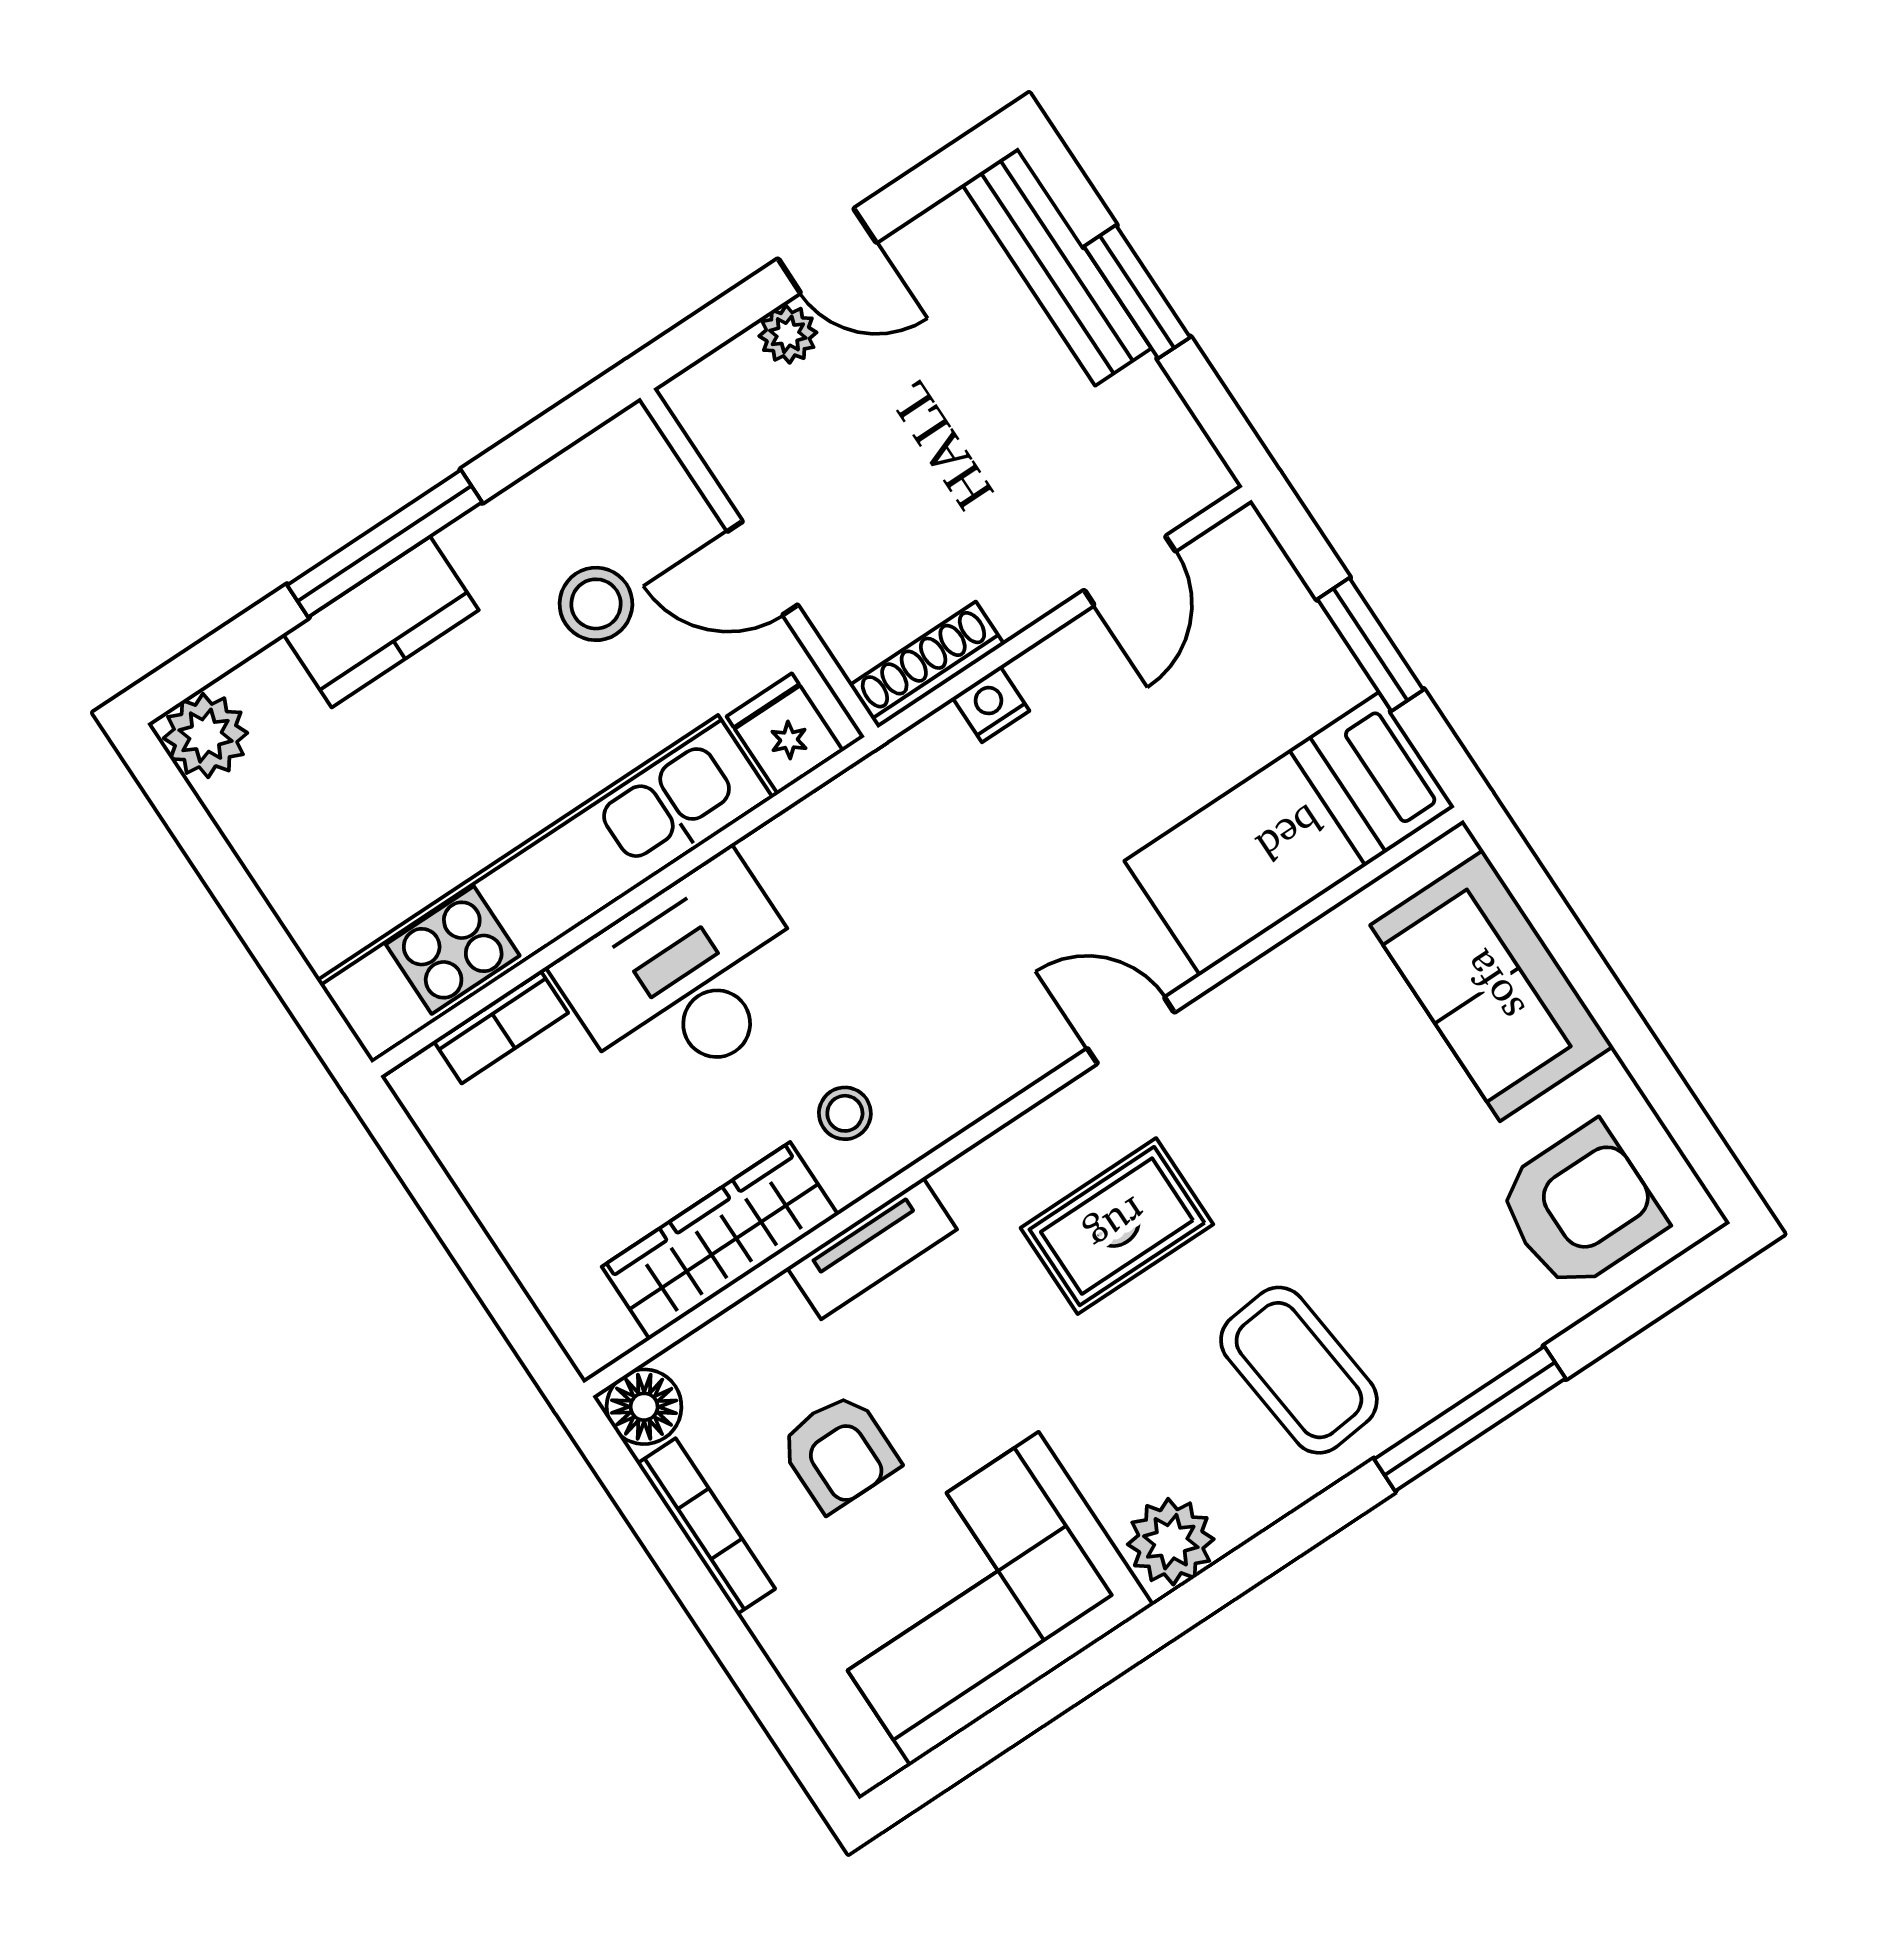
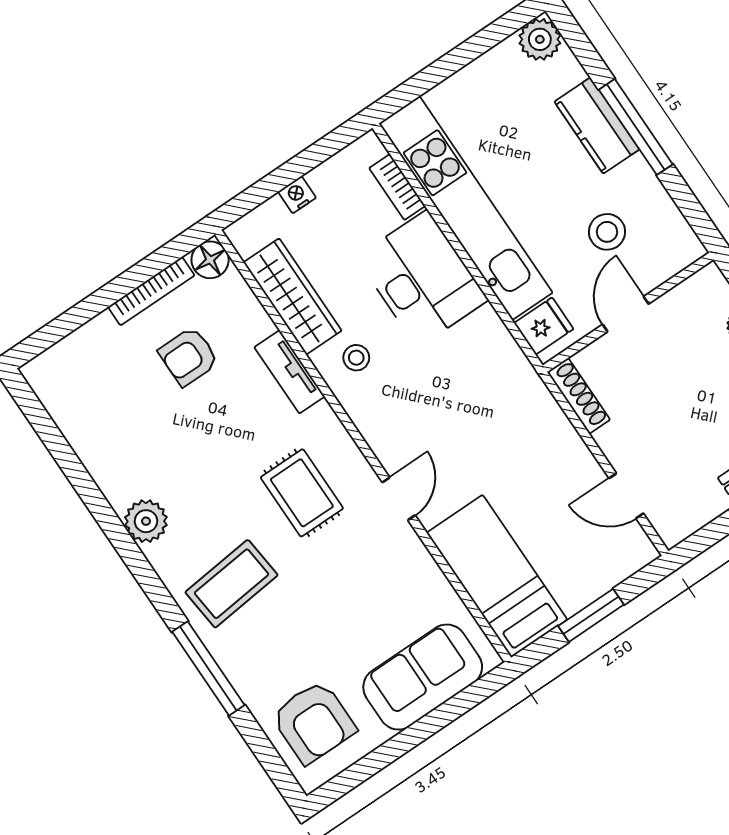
nightstand: (991, 704) -> (297, 195), moved, turned -90
corner sofa: (975, 1599) -> (117, 424), removed

